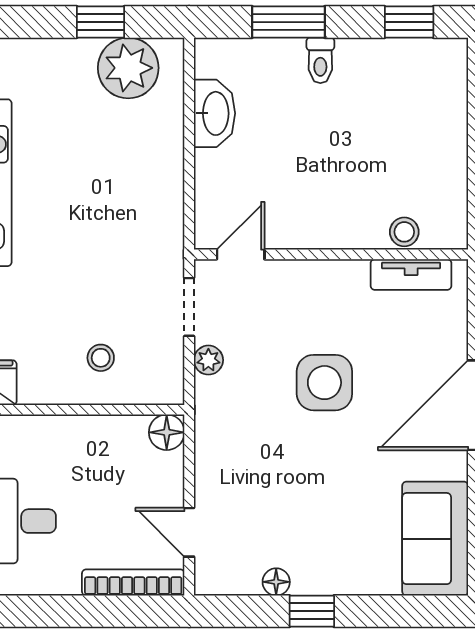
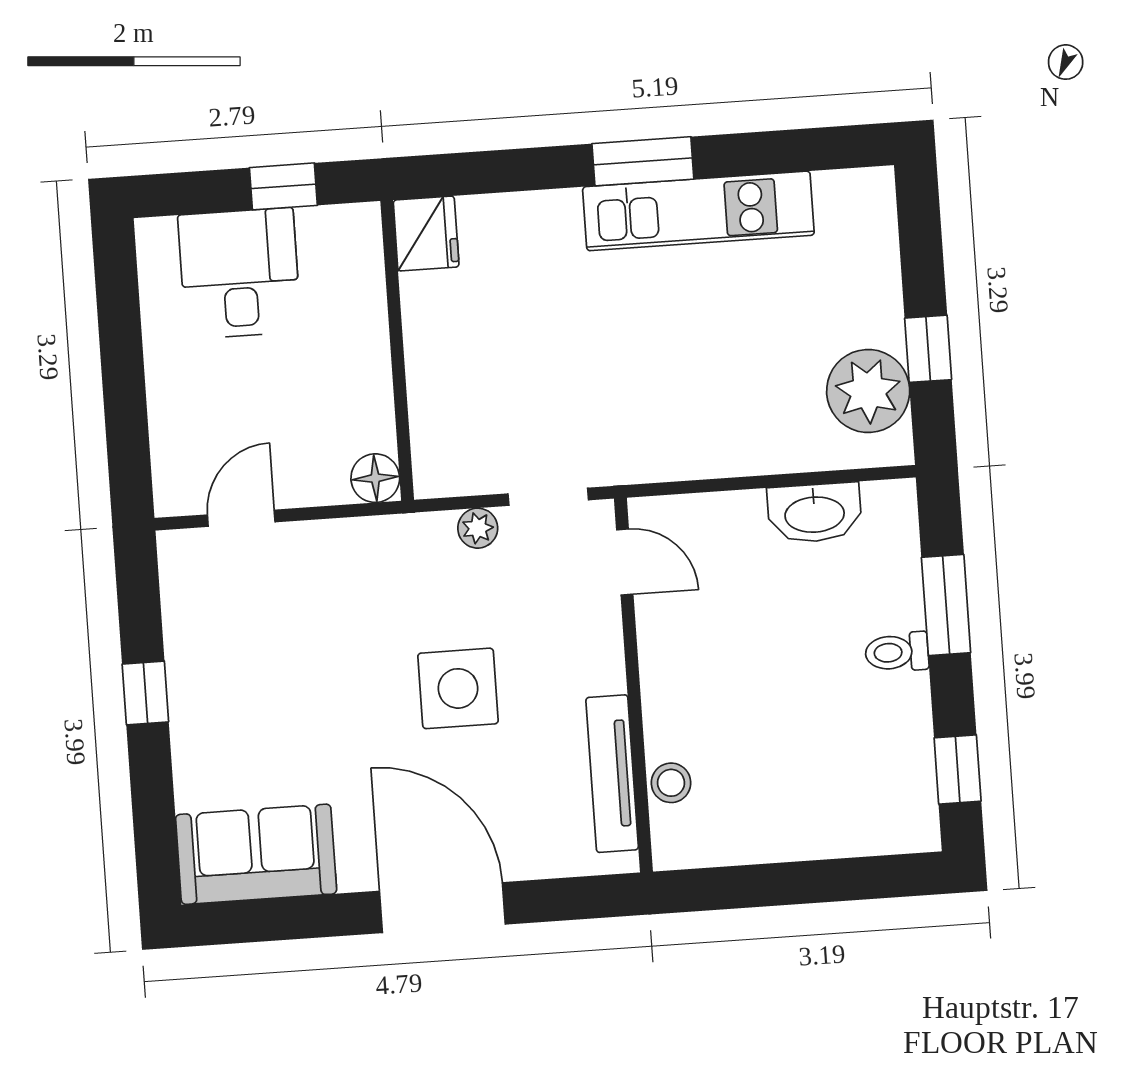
tv unit: (411, 274) -> (612, 774), width x1.41
stool: (101, 358) -> (471, 381), removed
bookcase: (133, 582) -> (167, 447), removed
floor lamp: (276, 582) -> (182, 642), removed

